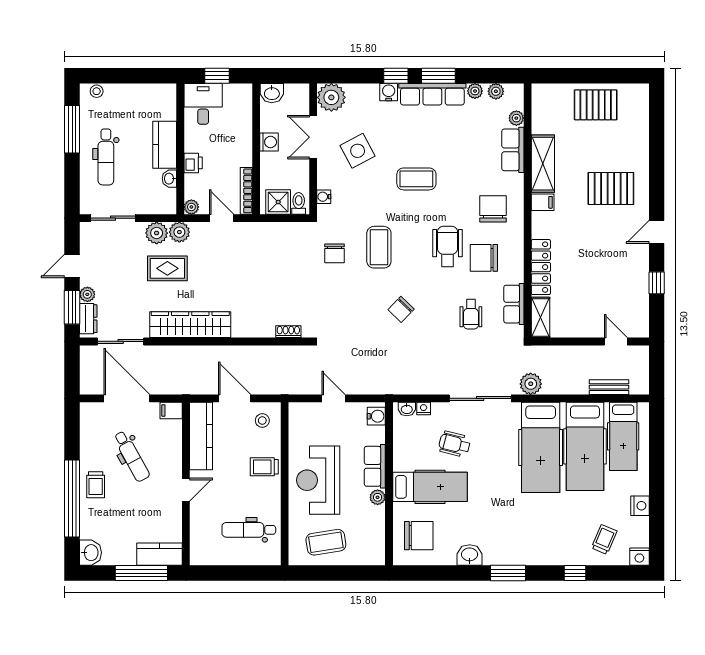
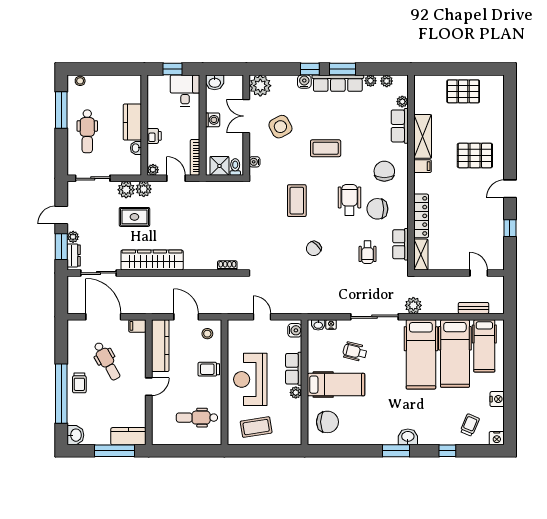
desk: (203, 104) -> (185, 91), moved
chair: (334, 253) -> (263, 205), removed
washbasin: (470, 555) -> (408, 437), moved

